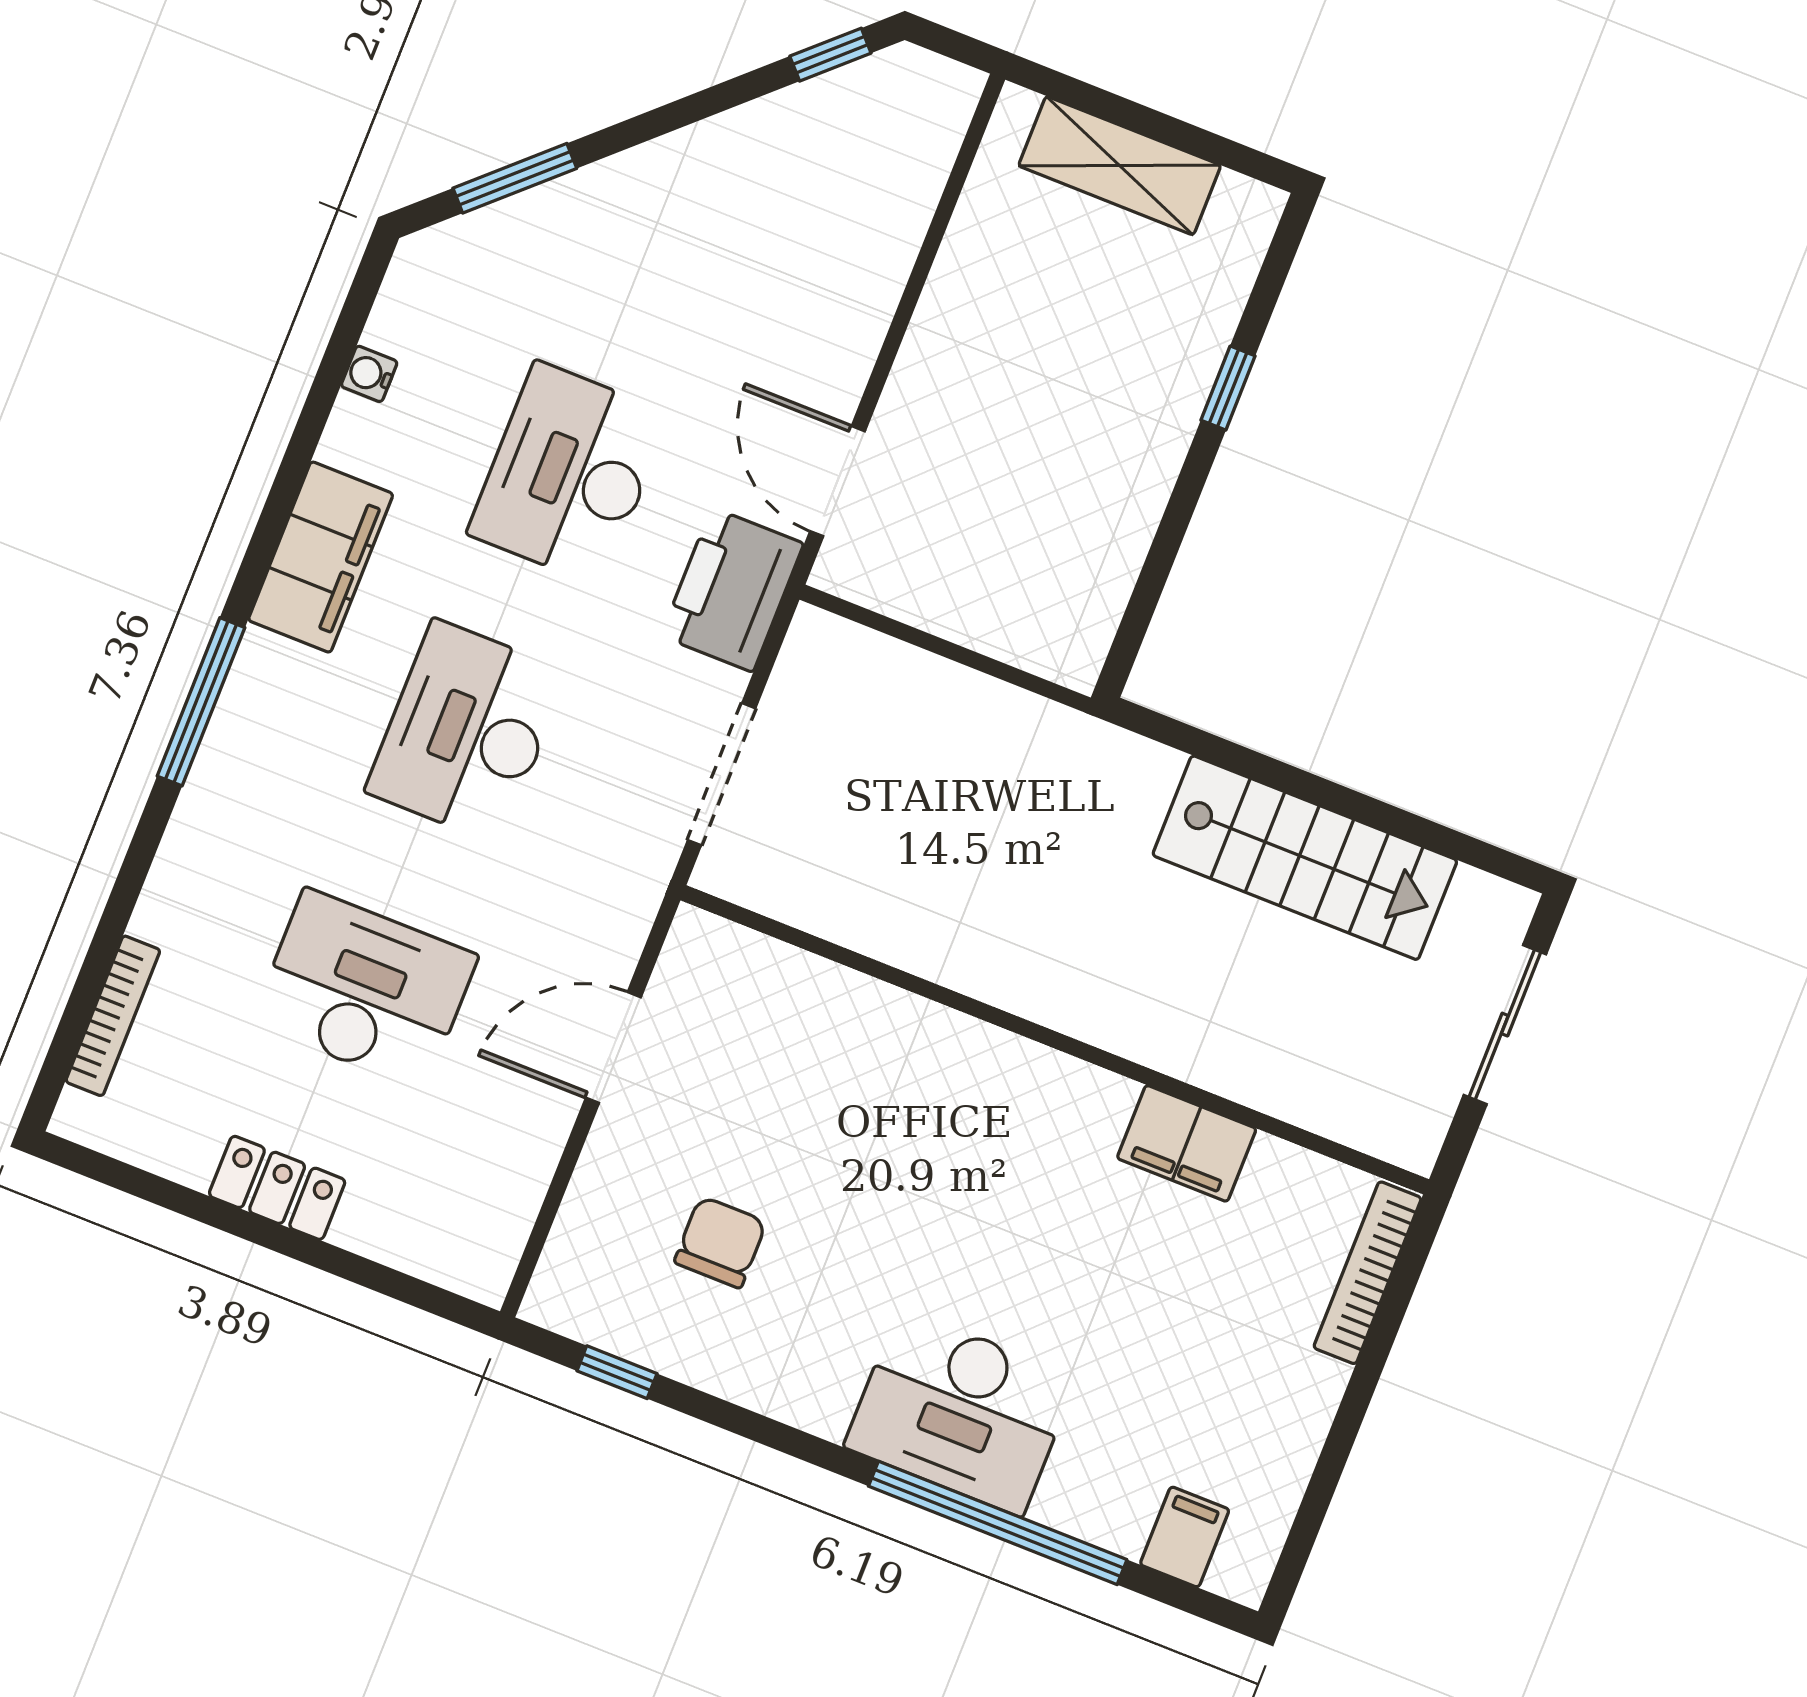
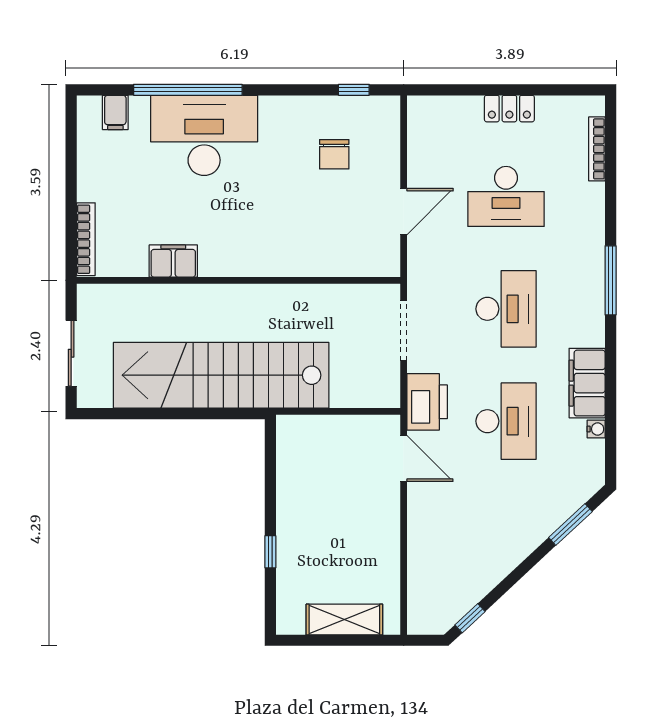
filing cabinet: (321, 557) -> (587, 383), moved
stairs: (1305, 858) -> (221, 375), width x1.86, depth x1.51
desk: (961, 1412) -> (204, 135), width x1.36, depth x1.30

